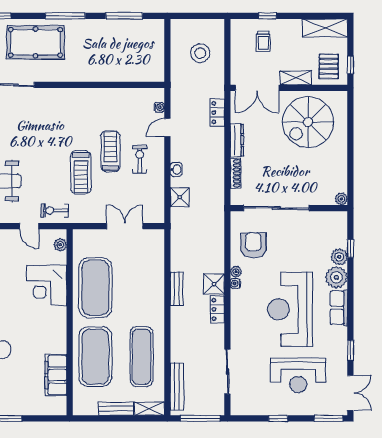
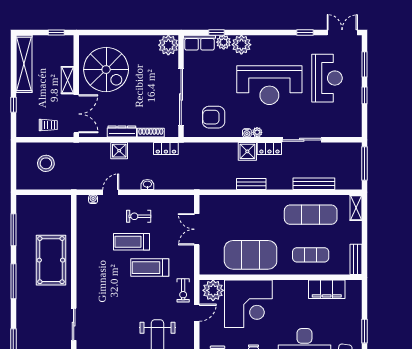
shelving: (325, 28) -> (24, 64), width x1.47
trolley: (263, 41) -> (48, 125), moved
pool table: (35, 42) -> (51, 260), moved
pallet: (329, 66) -> (58, 51), removed
locker: (217, 113) -> (166, 149), moved
door: (167, 127) -> (111, 192), swing flipped
treadmill: (81, 172) -> (150, 268), turned 180
shower: (180, 197) -> (119, 151), moved
plant: (341, 199) -> (168, 45), width x1.87, depth x1.87
plant: (60, 245) -> (213, 290), width x1.87, depth x1.87
plant: (236, 272) -> (257, 132), moved
corner desk: (47, 285) -> (248, 304), width x1.36, depth x1.36
row of seats: (339, 308) -> (200, 43), moved
exercise mat: (95, 357) -> (311, 255), width x0.50, depth x0.69
sliding door: (227, 372) -> (302, 140), moved
bench: (177, 387) -> (314, 184), moved
bench: (116, 409) -> (356, 259), moved
window: (328, 418) -> (364, 64), moved

